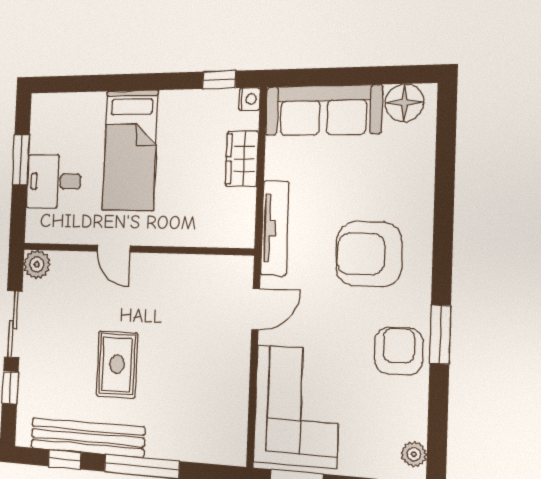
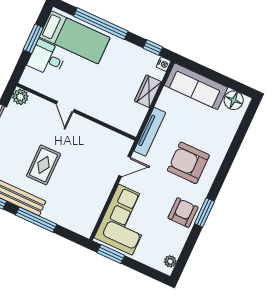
window: (117, 83) -> (101, 24), added
bed: (130, 150) -> (75, 37), moved, turned -90

